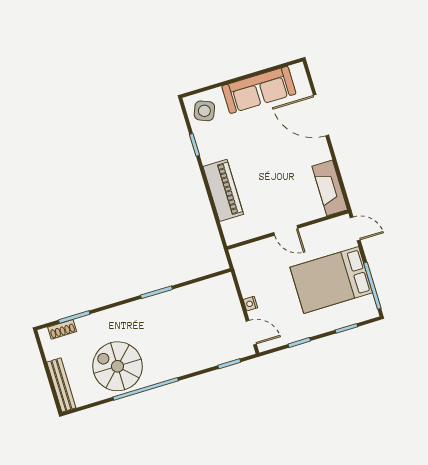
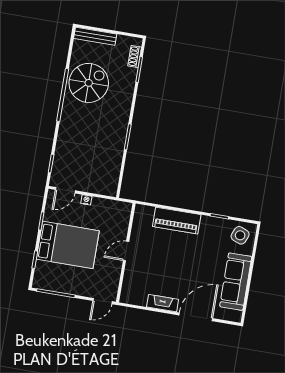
fireplace: (330, 188) -> (163, 303), moved, width x0.73, depth x0.76
bed: (331, 280) -> (68, 245), moved, turned 90

